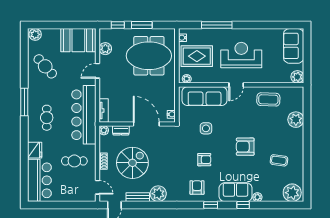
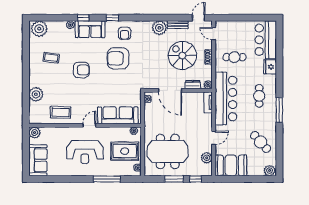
side table: (206, 128) -> (116, 86), removed
armchair: (204, 160) -> (118, 58), width x1.88, depth x1.88
spiral stairs: (132, 163) -> (182, 55), turned 90

